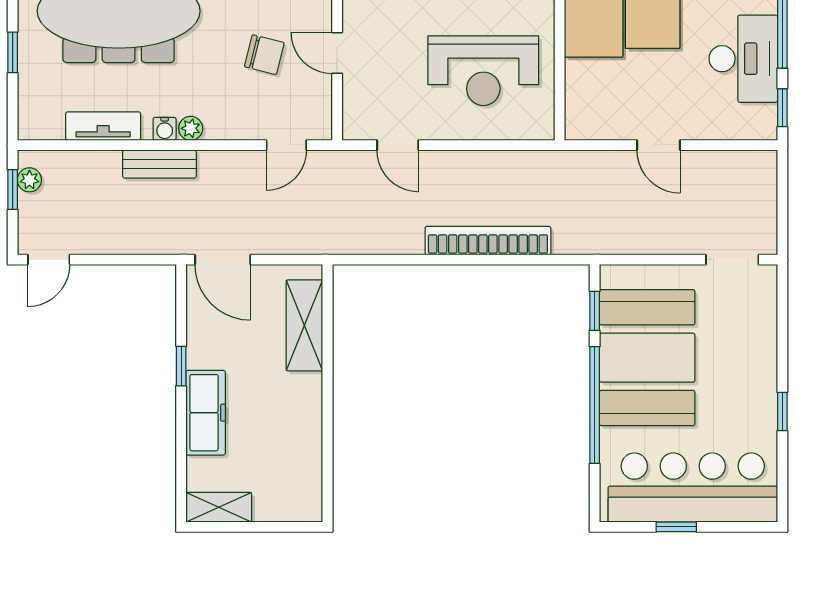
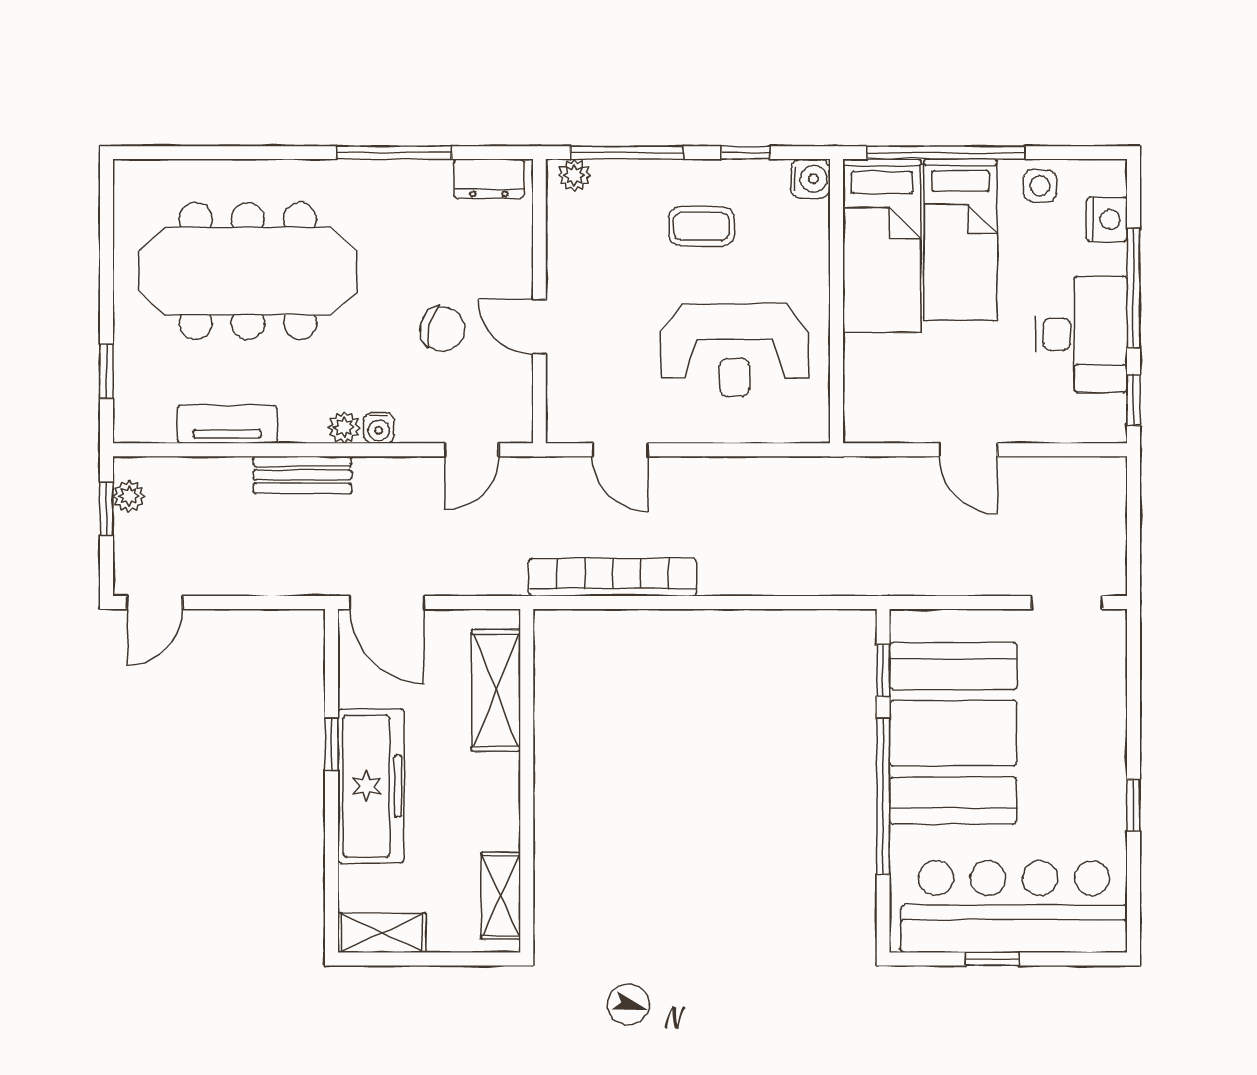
window: (13, 52) -> (106, 371), moved
water cooler: (165, 129) -> (379, 428), moved
bookcase: (488, 241) -> (613, 577), moved
freezer: (206, 413) -> (371, 786), width x1.36, depth x1.26
shelving: (308, 479) -> (501, 896), added

